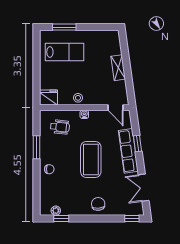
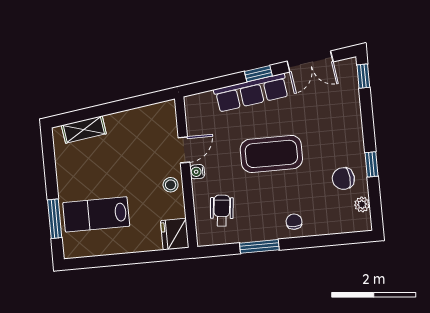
lab bench: (65, 52) -> (96, 214), turned -90
shelving: (118, 68) -> (84, 129), moved
door: (116, 108) -> (184, 150), moved
window: (137, 144) -> (258, 74), moved
chair: (98, 204) -> (343, 179), moved
window: (61, 218) -> (371, 164), moved

